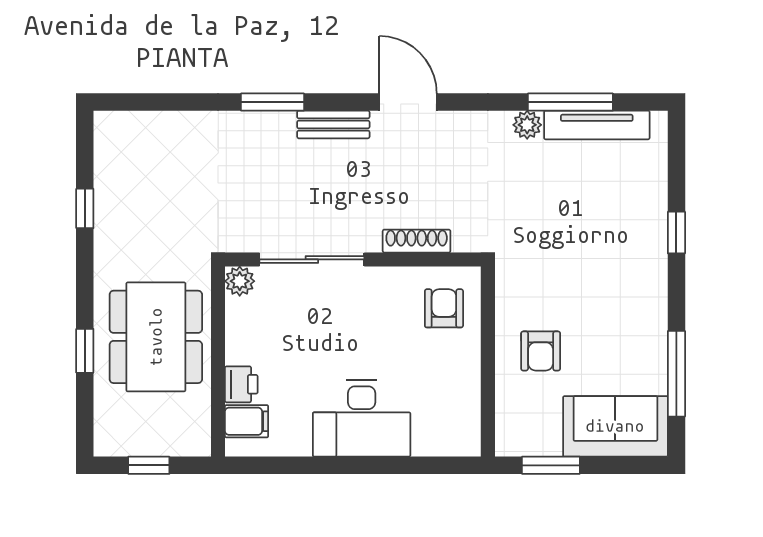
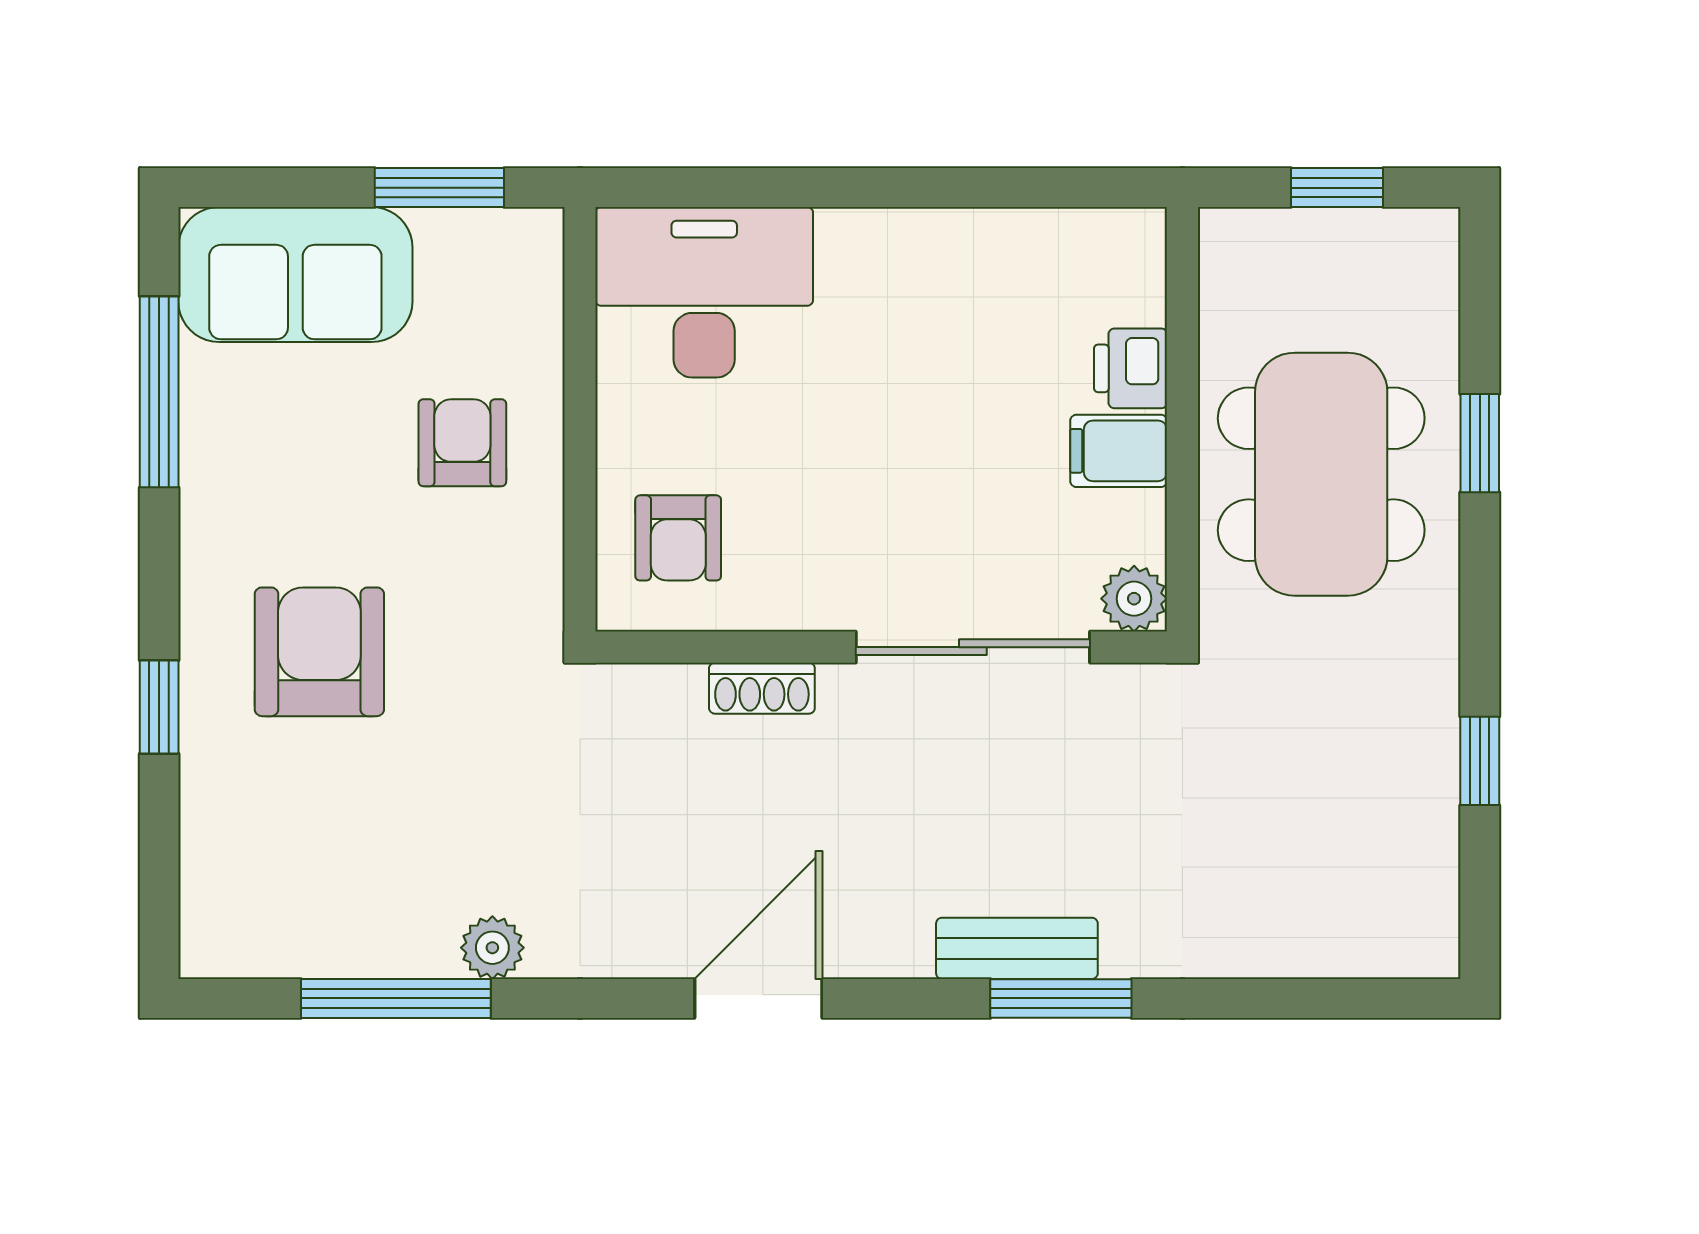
door: (408, 102) -> (758, 998), swing flipped
bench: (333, 124) -> (1017, 948), moved
tv unit: (597, 125) -> (337, 947), removed
shoe rack: (417, 241) -> (762, 688), width x0.70
armchair: (605, 257) -> (319, 652), added
desk: (362, 418) -> (704, 292), moved
filing cabinet: (247, 421) -> (1119, 451), moved

